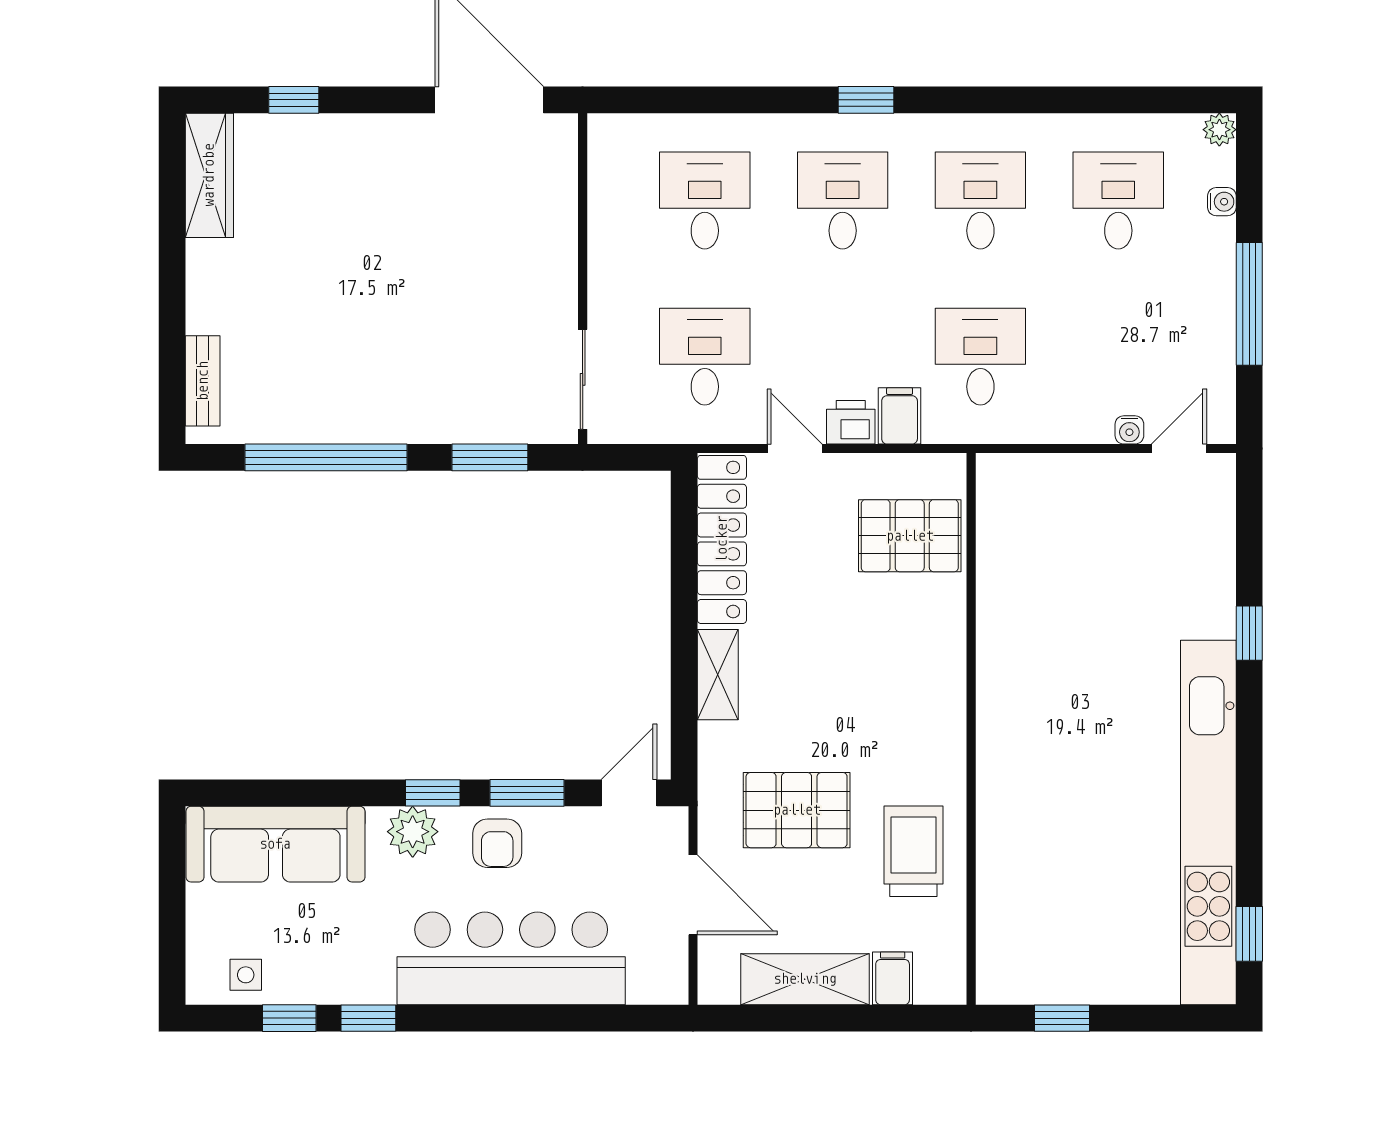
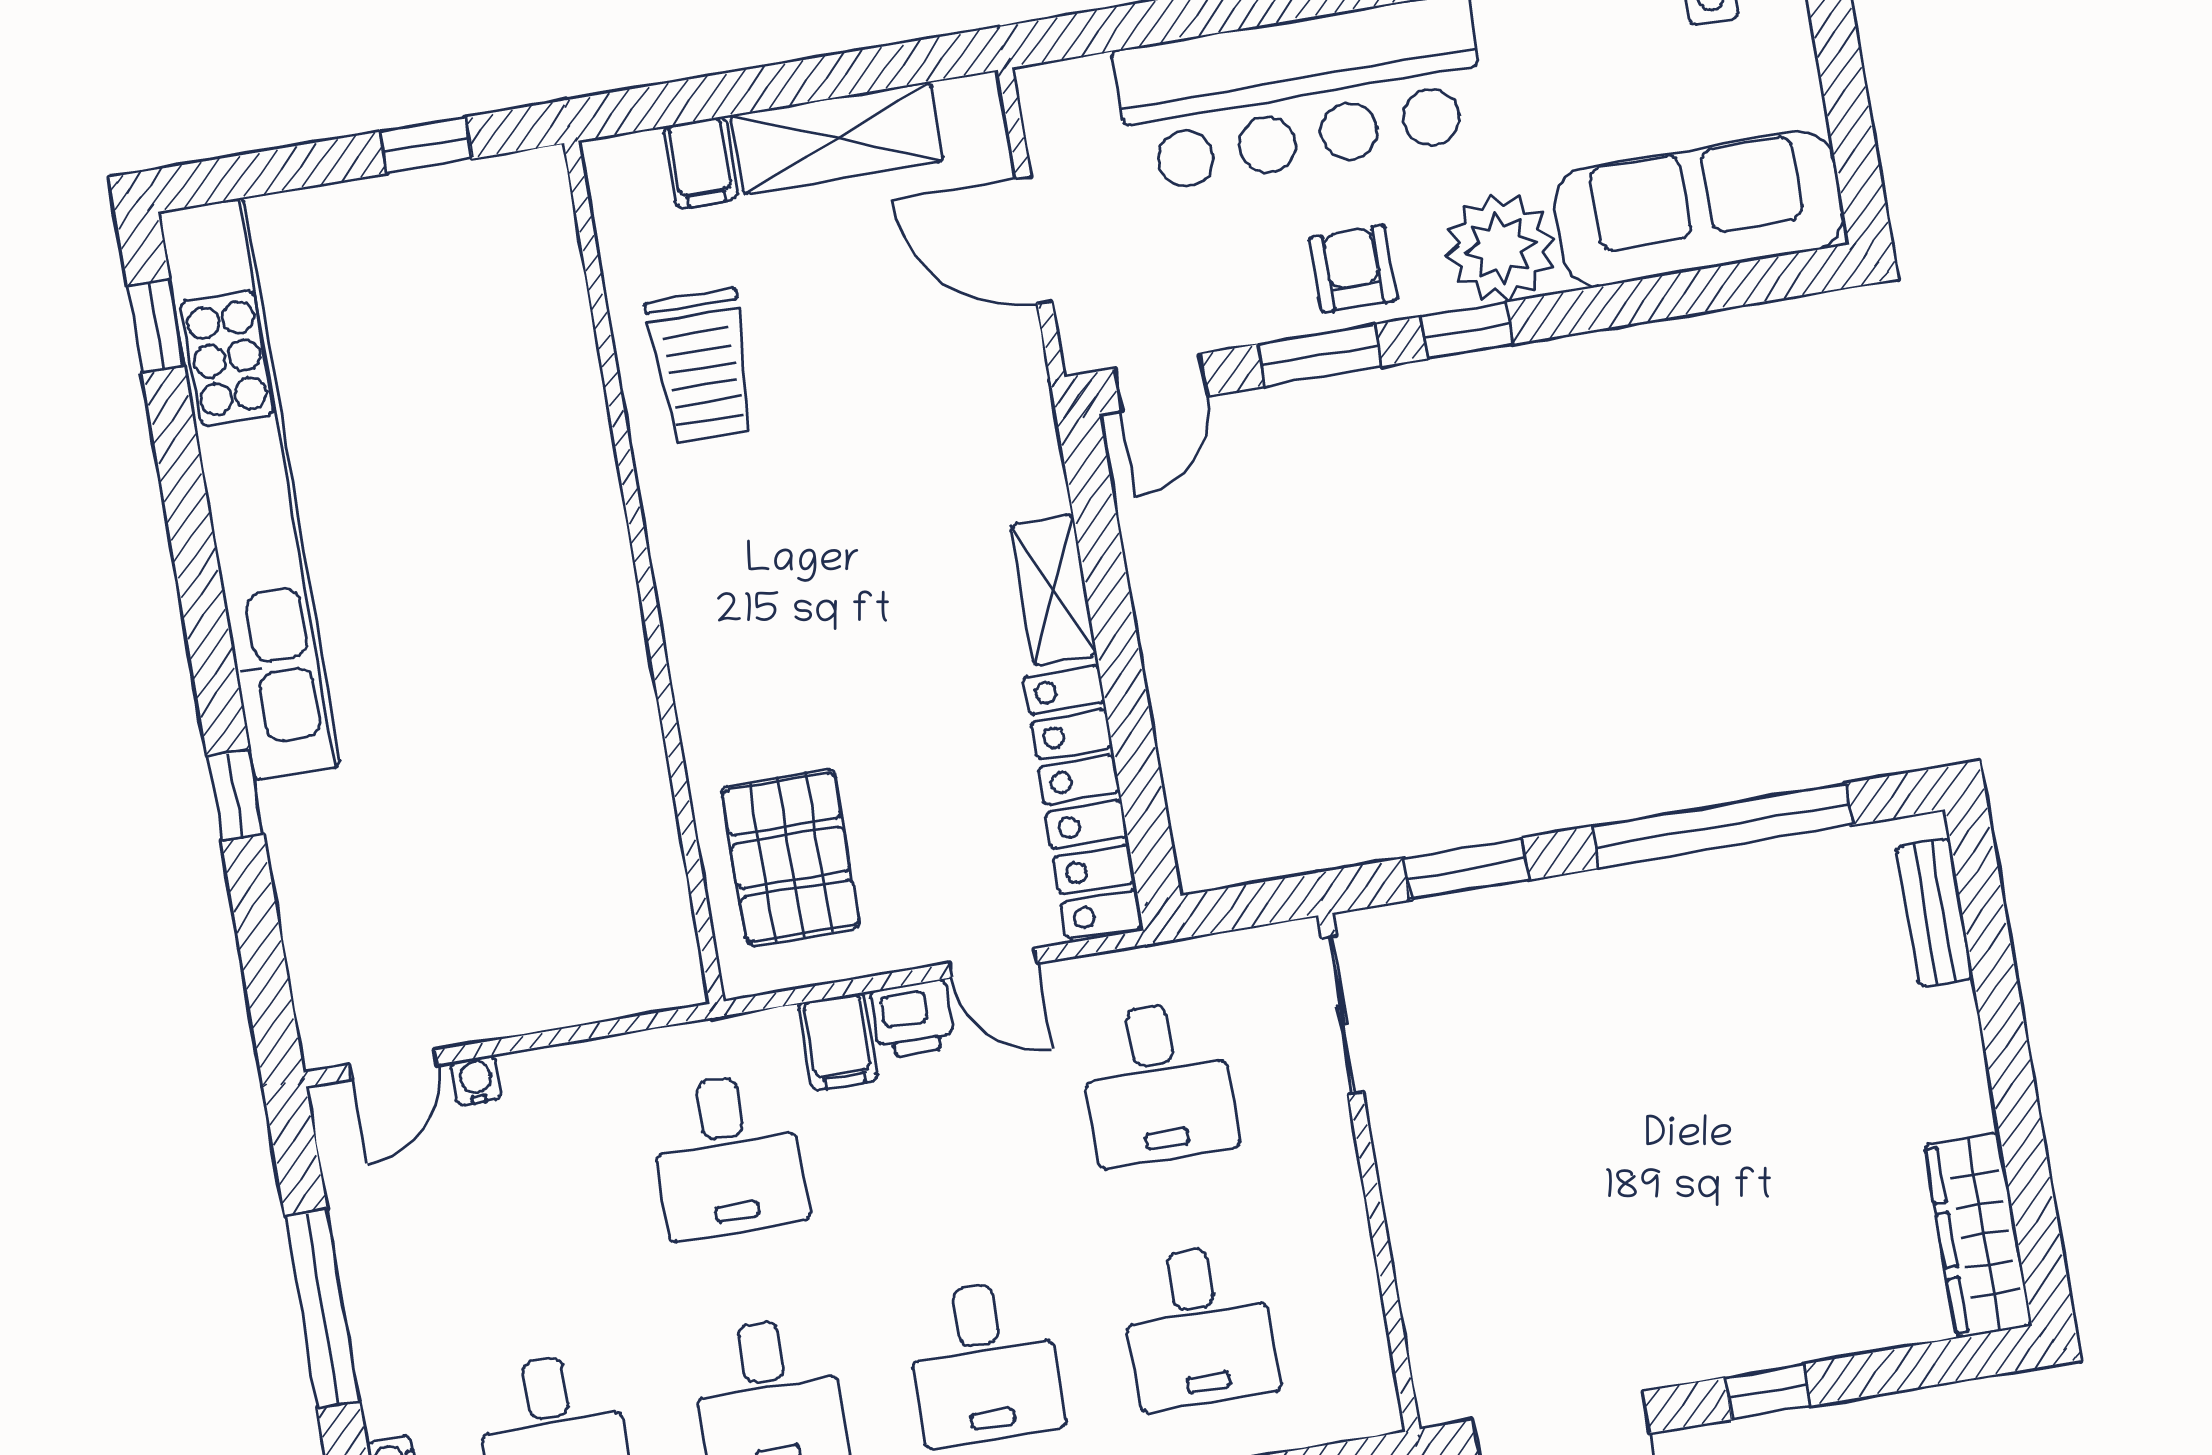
window: (294, 100) -> (1768, 1392), moved
pallet: (910, 536) -> (791, 858), turned 90
pallet: (797, 810) -> (895, 400), removed
plant: (413, 832) -> (1500, 248), width x1.36, depth x1.36

